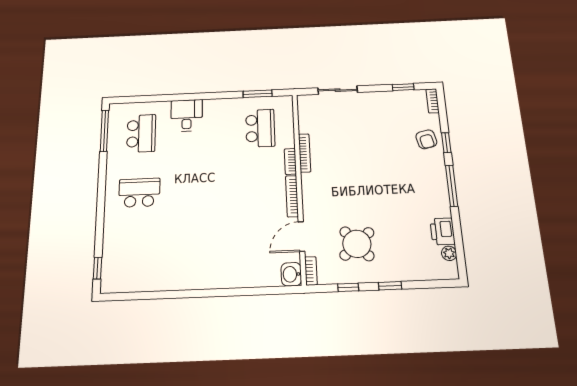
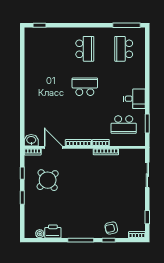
desk: (187, 115) -> (134, 99), moved
school desk: (141, 133) -> (124, 49), turned 90
school desk: (201, 190) -> (85, 87), added

